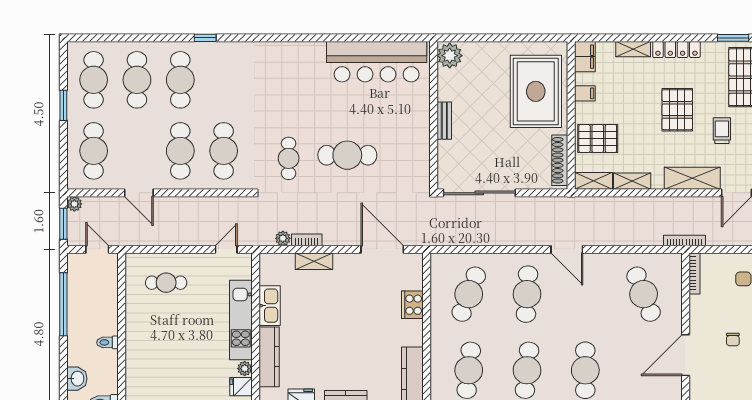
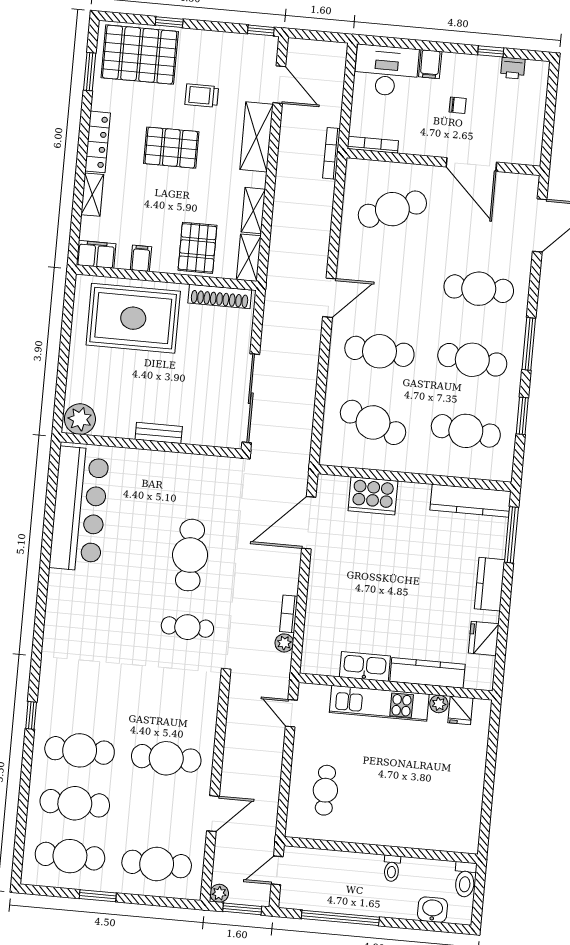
cafe table: (224, 151) -> (171, 705), removed
shelving: (314, 261) -> (316, 607), removed
cooker: (412, 305) -> (373, 496), width x1.37, depth x1.31

